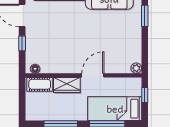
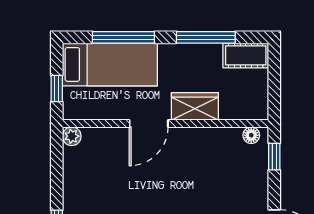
window: (22, 43) -> (274, 157), moved
cot: (40, 84) -> (246, 55), moved

